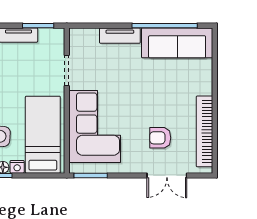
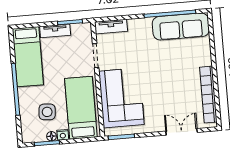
tv unit: (120, 36) -> (111, 27), moved
armchair: (160, 138) -> (174, 103), removed
double door: (167, 175) -> (182, 132), swing flipped

